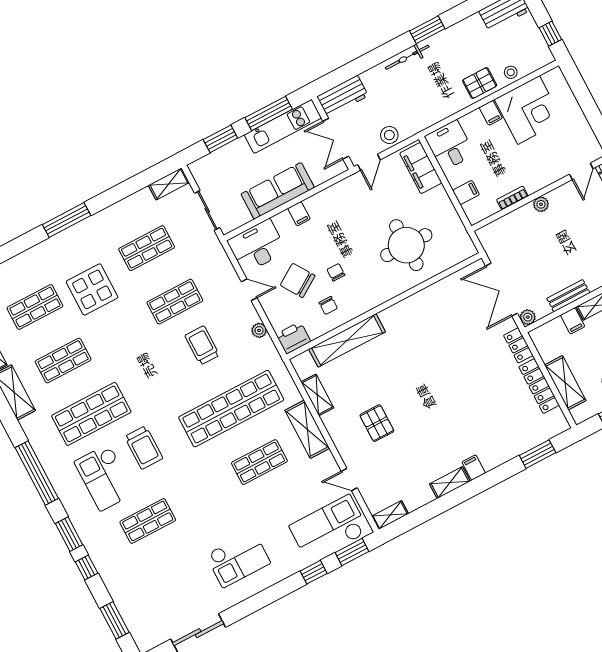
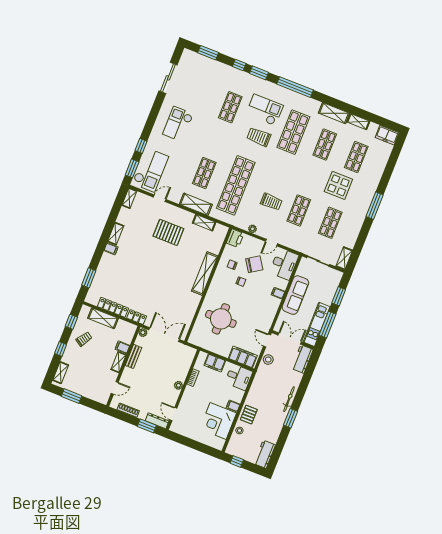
filing cabinet: (466, 192) -> (215, 363), width x2.00
shelving: (347, 340) -> (205, 274), moved
pallet: (377, 423) -> (168, 232), width x1.50, depth x1.42

